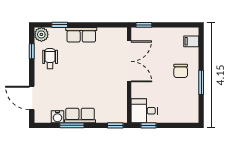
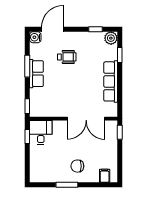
row of seats: (81, 35) -> (111, 81), width x1.48
wheelchair: (50, 58) -> (67, 57), moved
water cooler: (57, 117) -> (35, 37), moved

